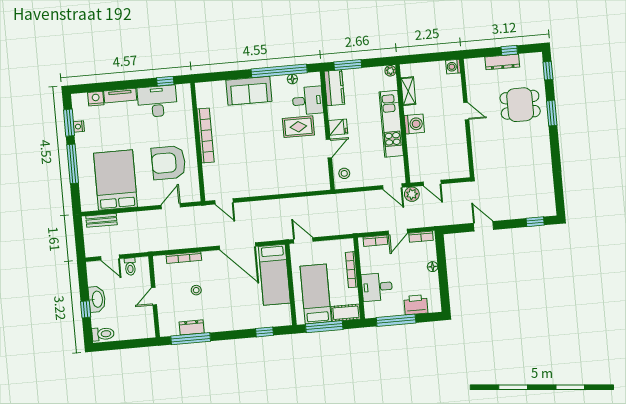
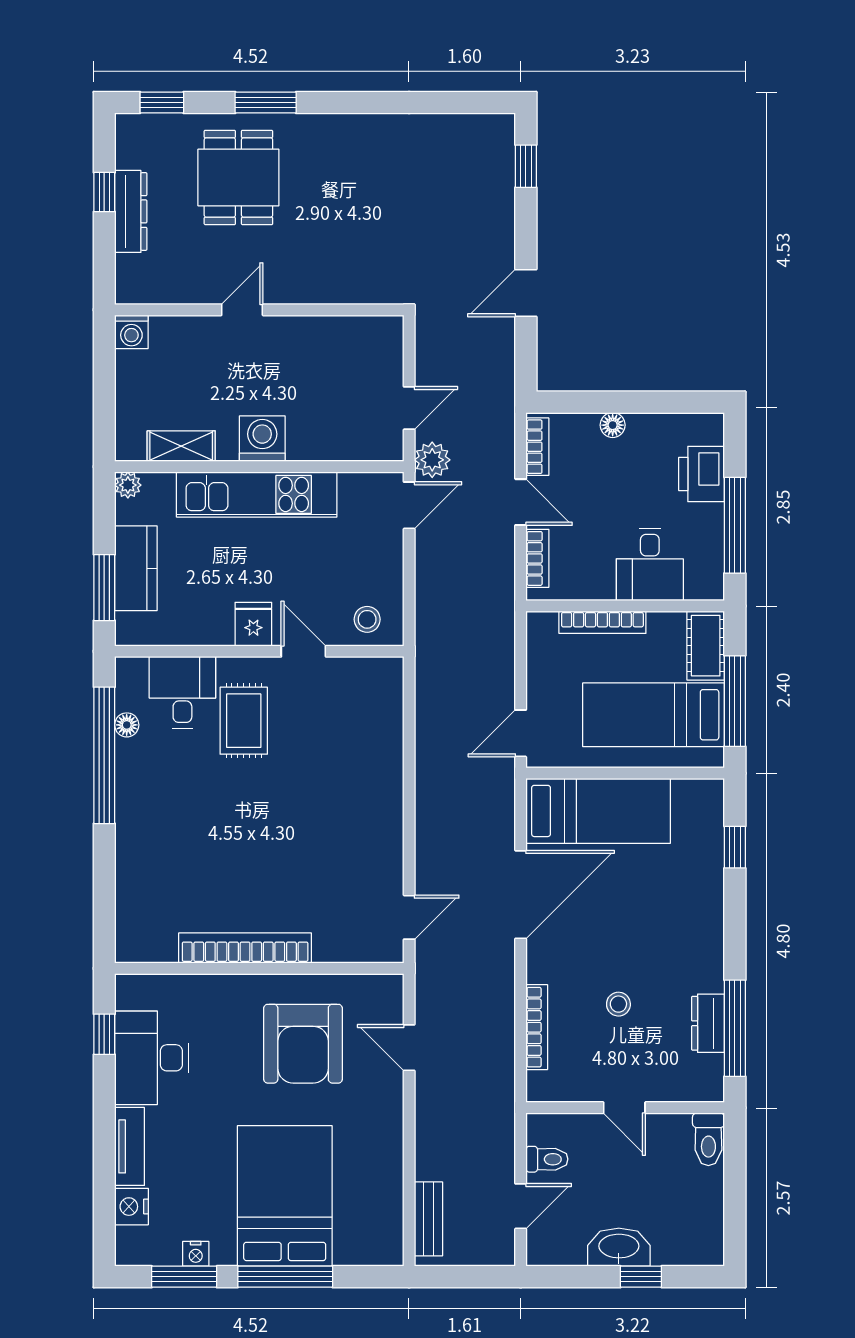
kitchen counter: (334, 88) -> (136, 568), moved, turned 90
sofa: (249, 91) -> (146, 833), removed
bed: (116, 180) -> (285, 1196), moved, turned 90
toilet: (103, 334) -> (708, 1139), moved, turned 180

